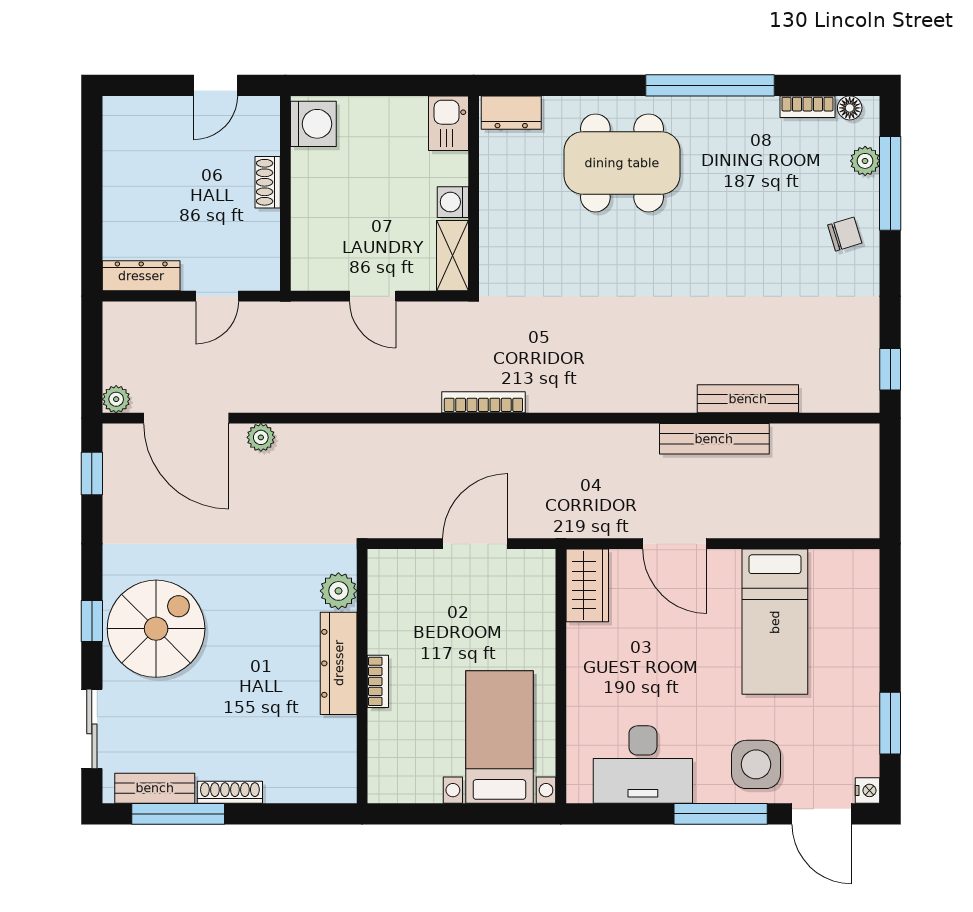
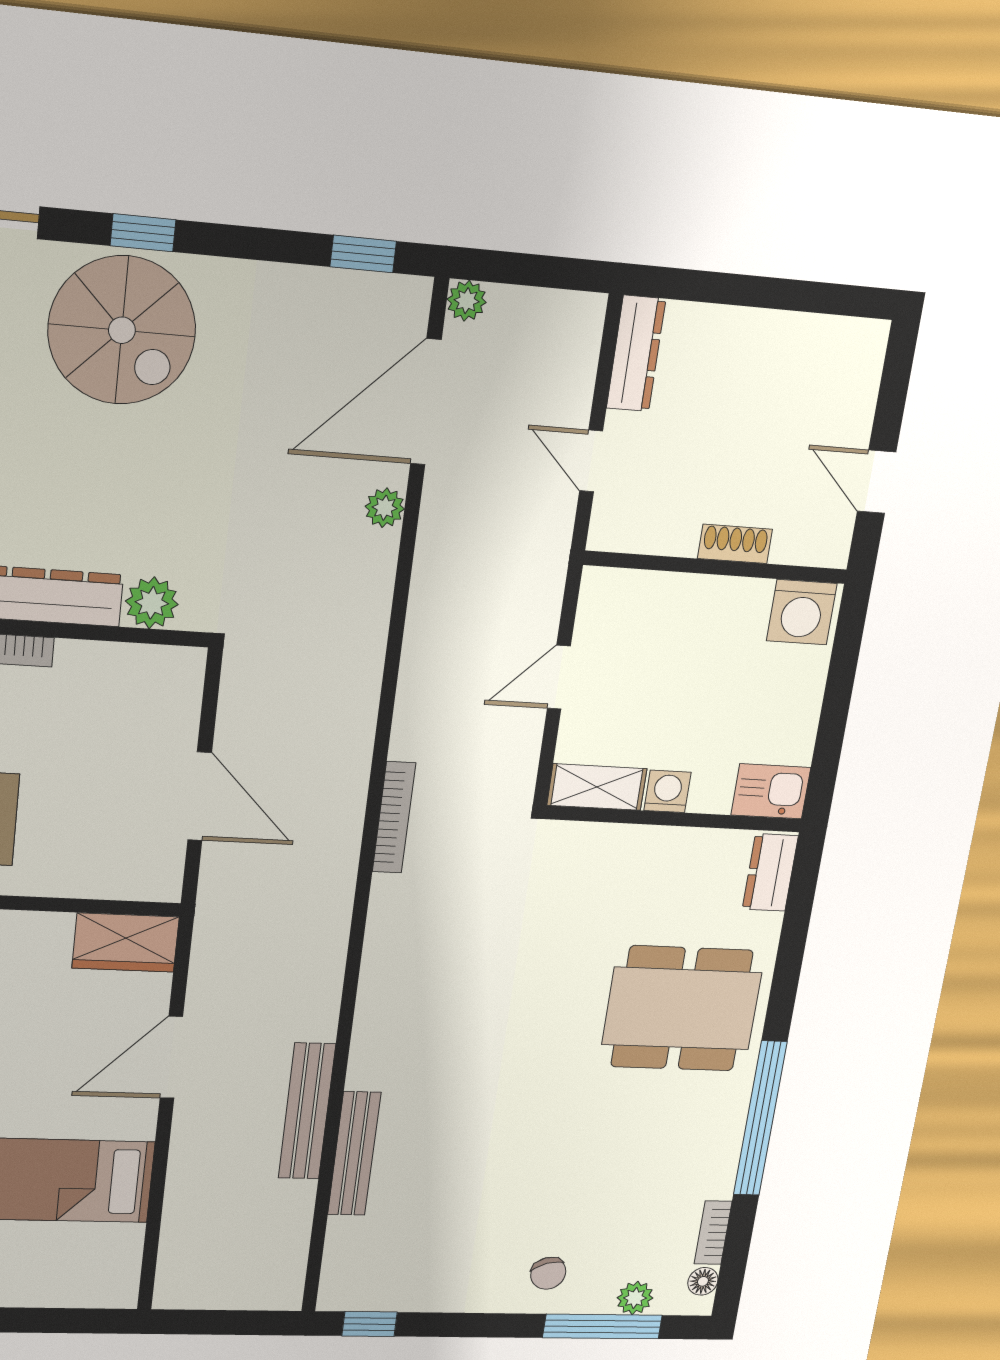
dining table: (622, 163) -> (682, 1009), turned 90

